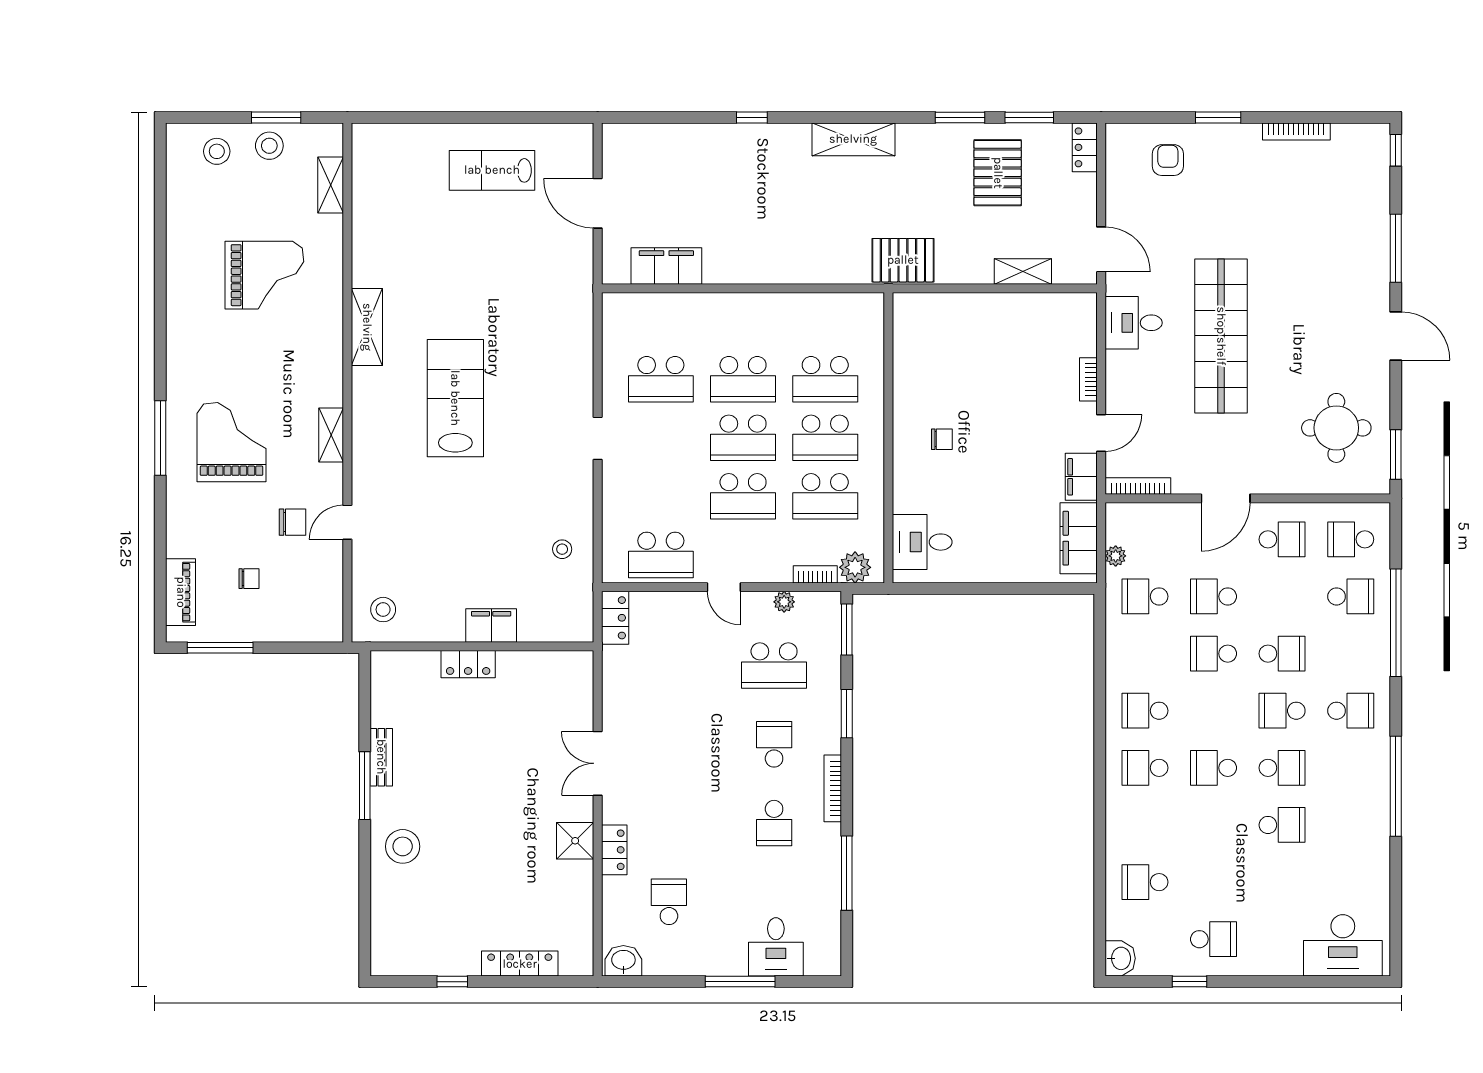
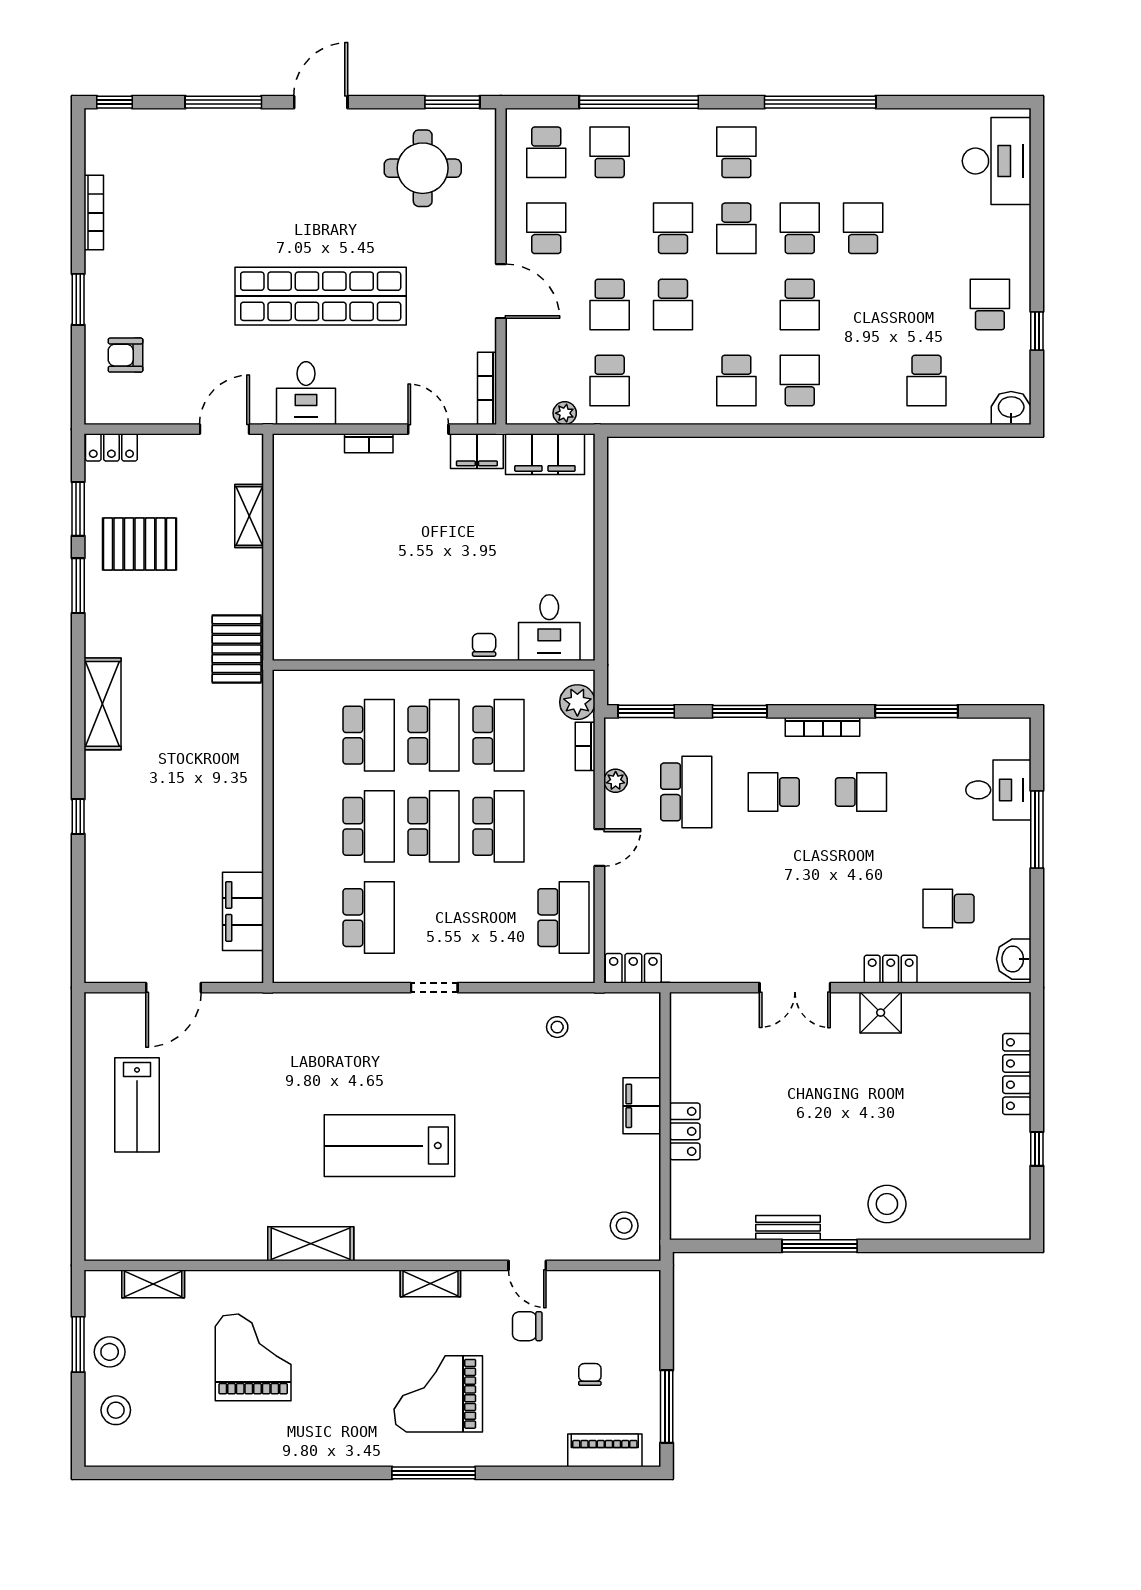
chair: (942, 439) -> (484, 645), moved
chair: (293, 522) -> (527, 1326), turned -90
school desk: (1145, 768) -> (800, 381), turned 180

